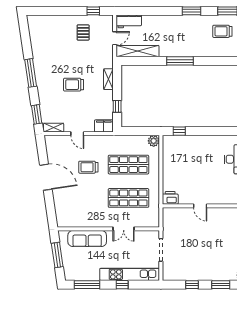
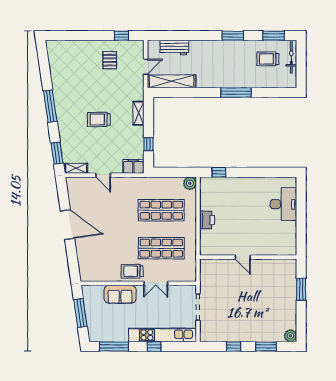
workbench: (129, 21) -> (174, 48), moved
window: (180, 61) -> (236, 93), moved
trolley: (88, 167) -> (132, 271), moved
printer: (170, 198) -> (207, 220), moved, turned 90
sofa: (87, 239) -> (120, 294), width x0.73

